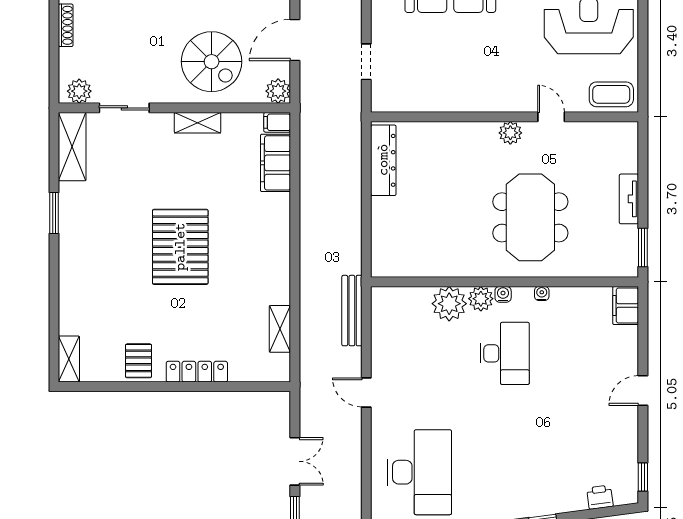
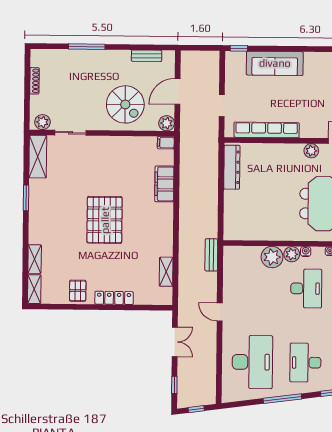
row of seats: (438, 100) -> (267, 130), added
shelving: (198, 123) -> (35, 259), moved, turned 90
filing cabinet: (275, 163) -> (164, 184), moved
bench: (352, 311) -> (211, 255), width x0.73
double door: (295, 461) -> (175, 342), moved
desk: (505, 472) -> (305, 363), added

